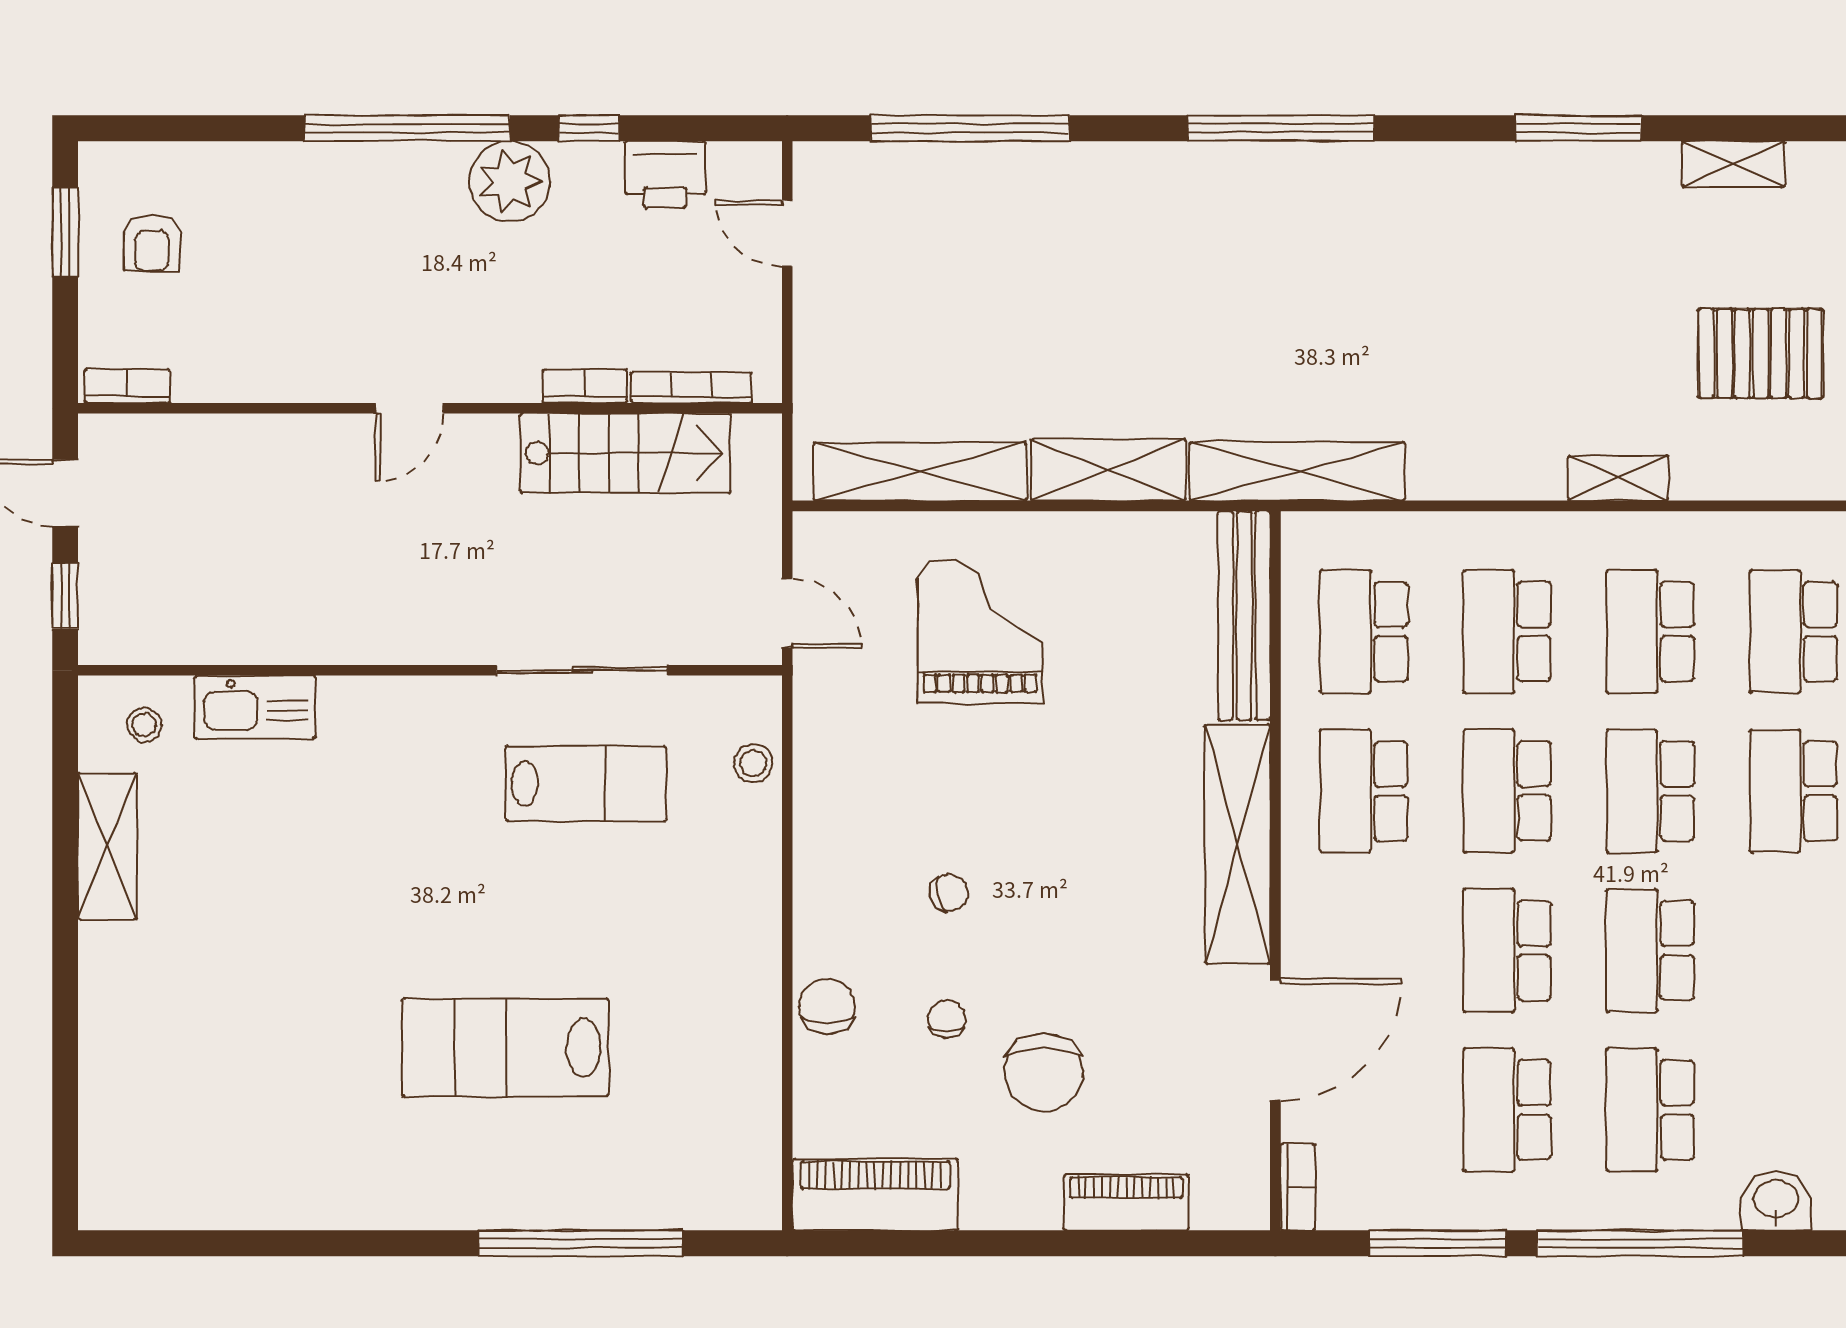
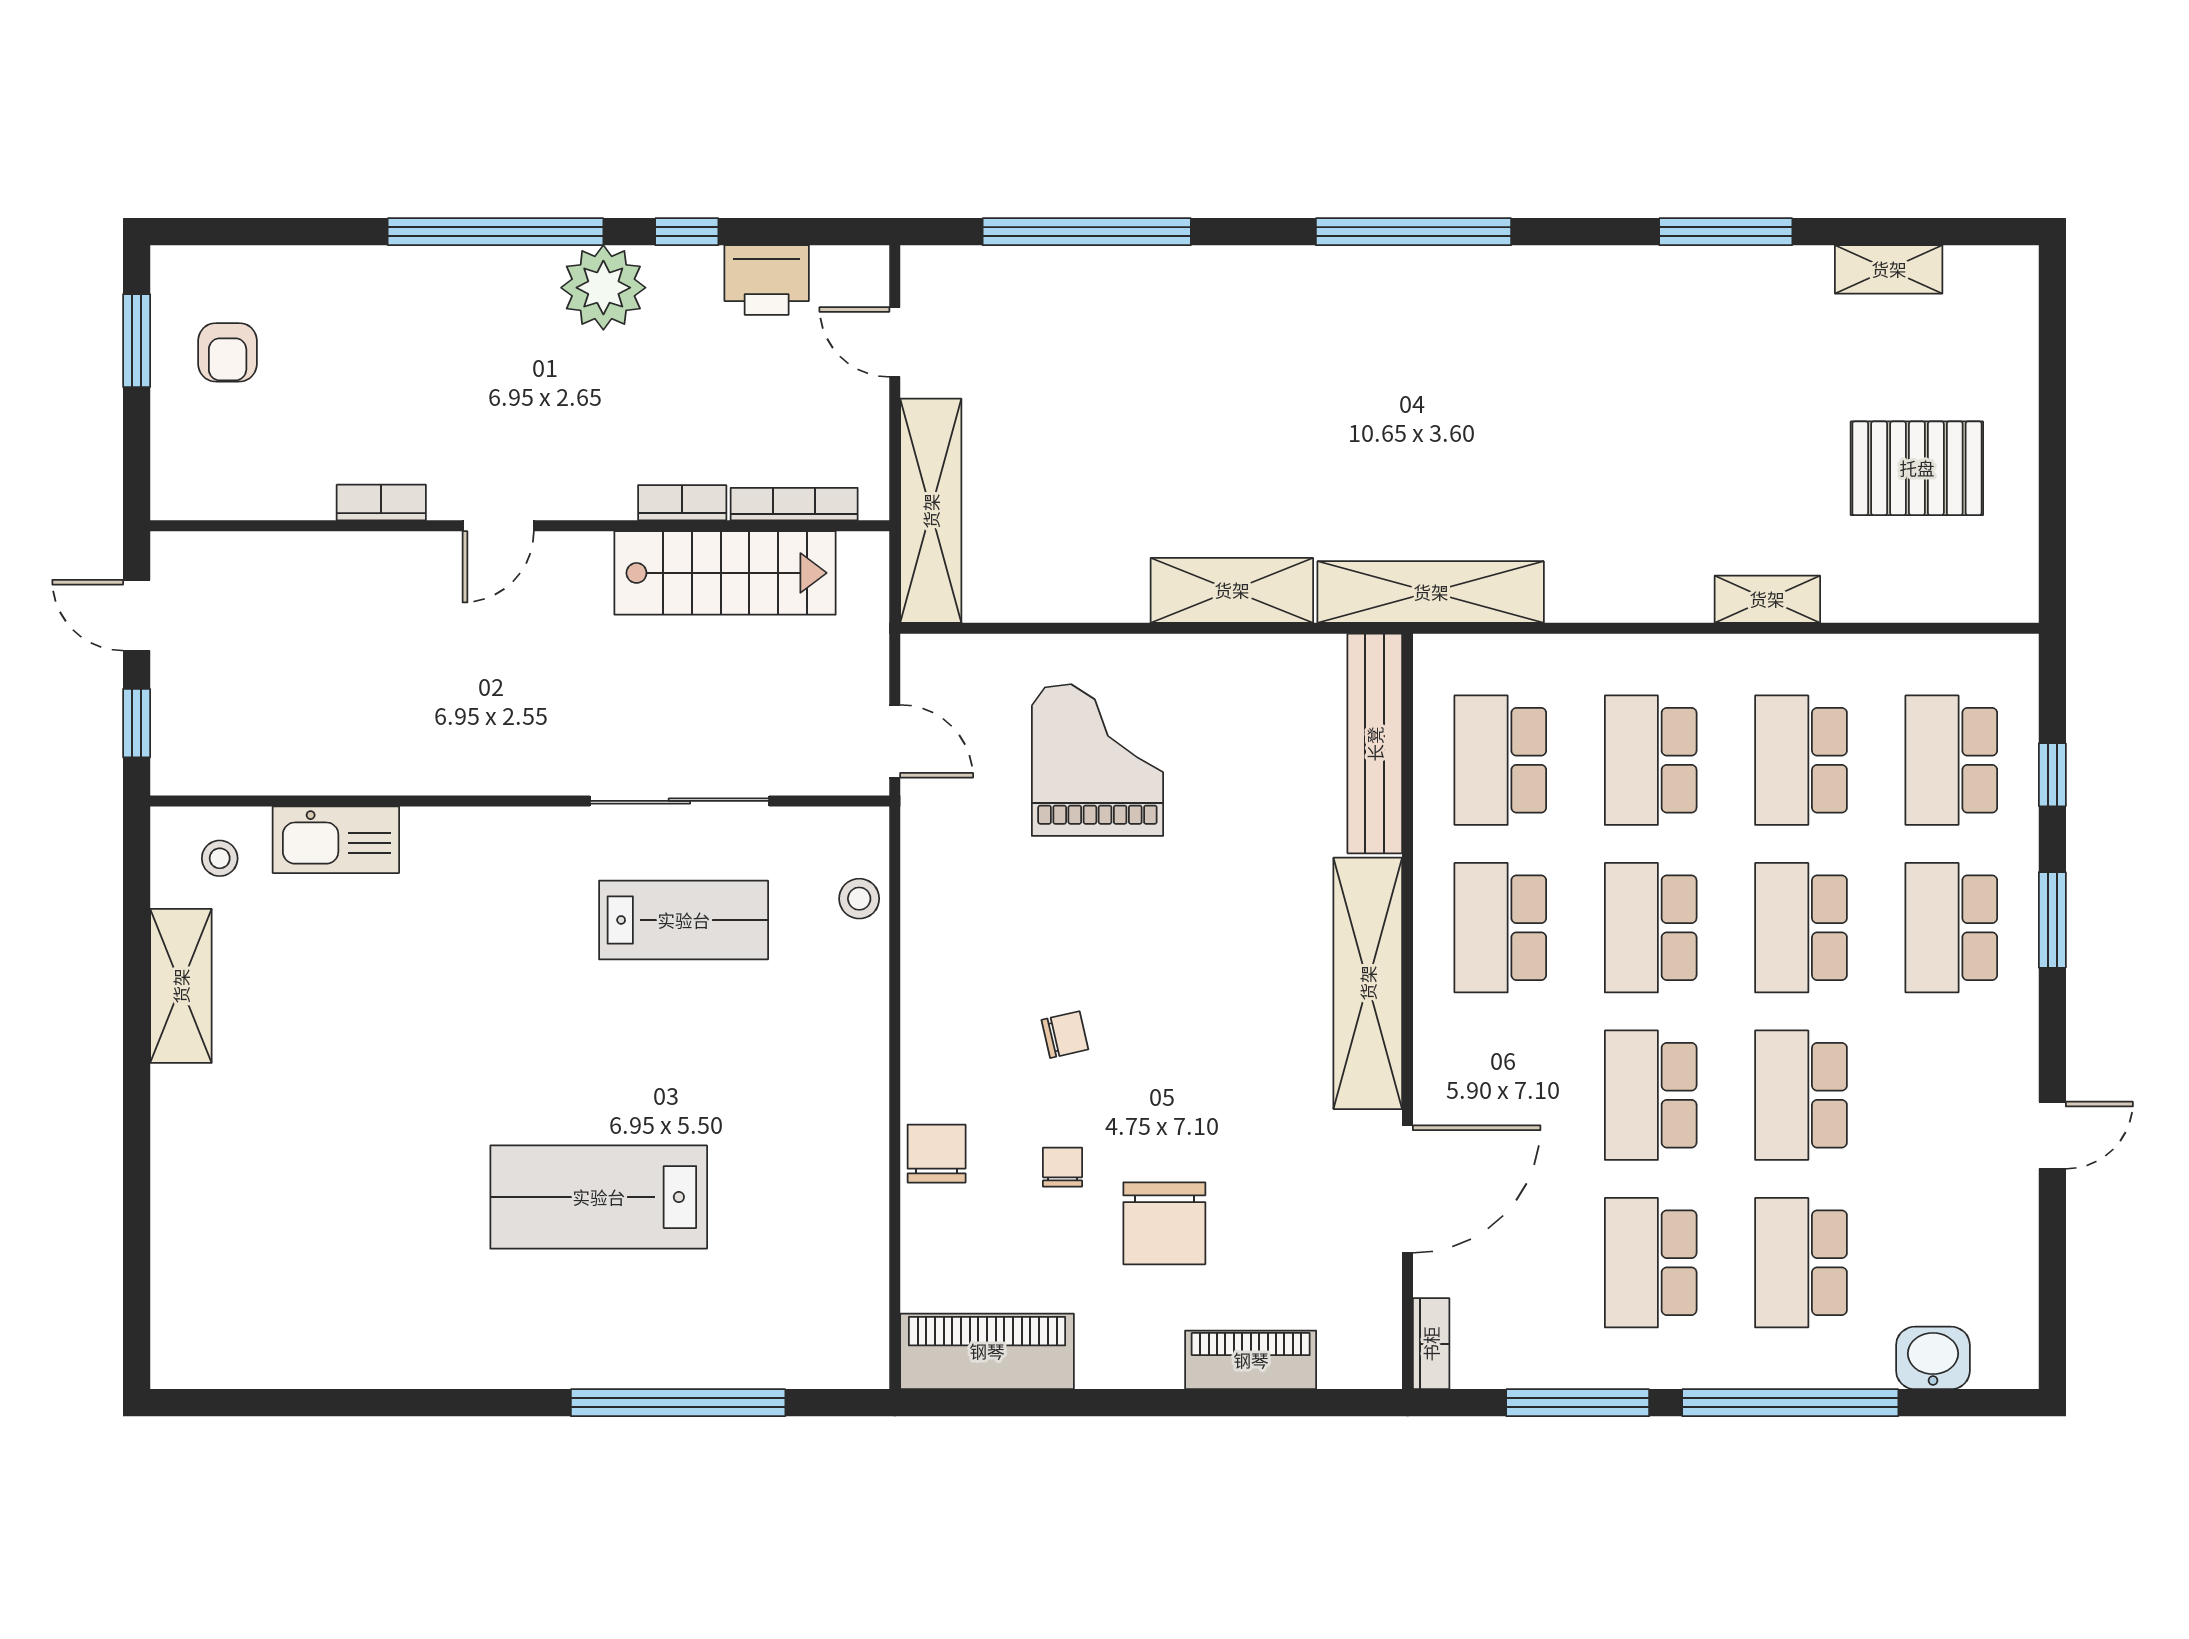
bookcase: (127, 386) -> (381, 503), moved
shelving: (920, 472) -> (931, 511), moved, turned 90

